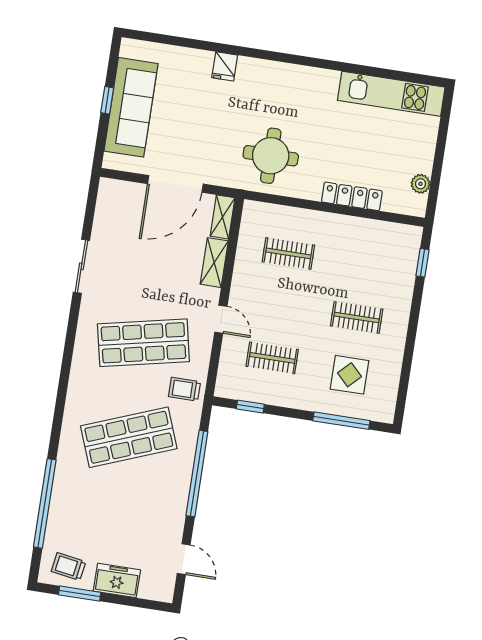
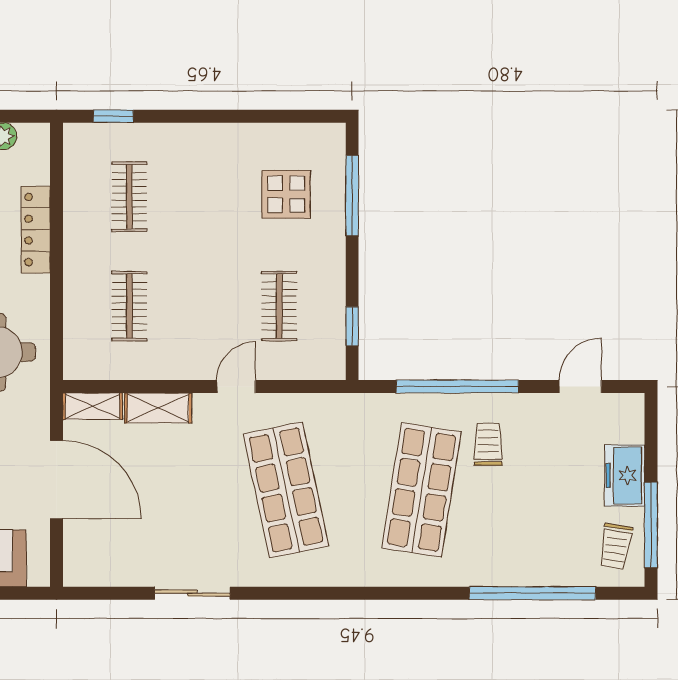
clothes rail: (357, 317) -> (129, 197), moved
trolley: (185, 389) -> (488, 444), moved, turned 180
shop shelf: (129, 437) -> (422, 490), turned 30
window: (80, 594) -> (651, 525), width x1.44

